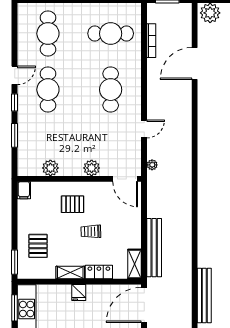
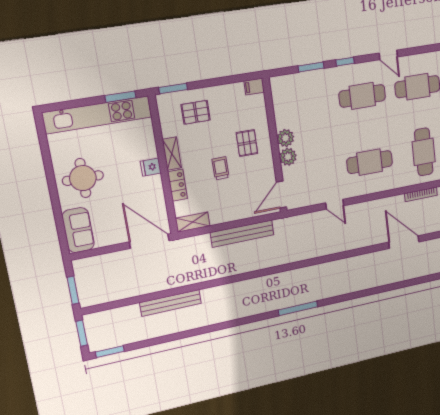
door: (15, 75) -> (388, 55), moved
plant: (152, 165) -> (300, 220), removed
plant: (50, 168) -> (285, 138), moved
bench: (154, 248) -> (242, 234), moved

